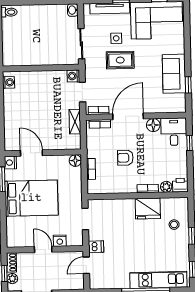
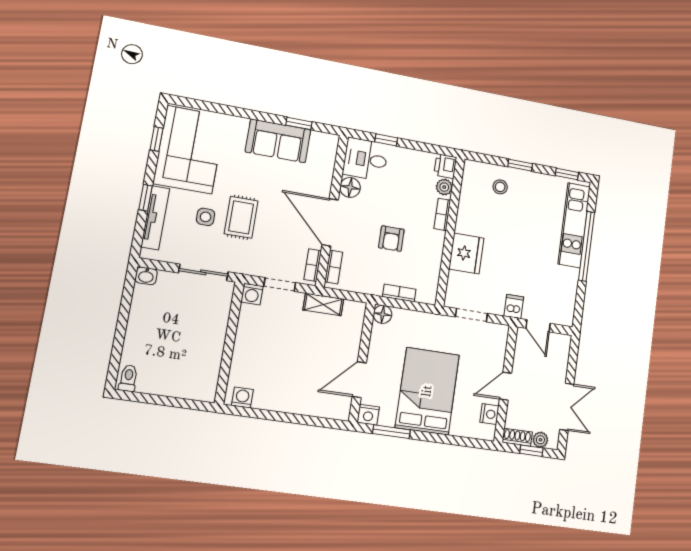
fridge: (148, 208) -> (466, 253), moved
nightstand: (60, 241) -> (489, 414), moved

